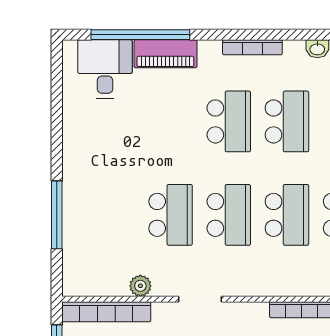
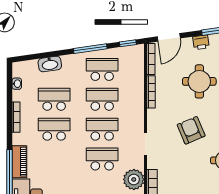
plant: (140, 286) -> (134, 179), width x1.88, depth x1.88

